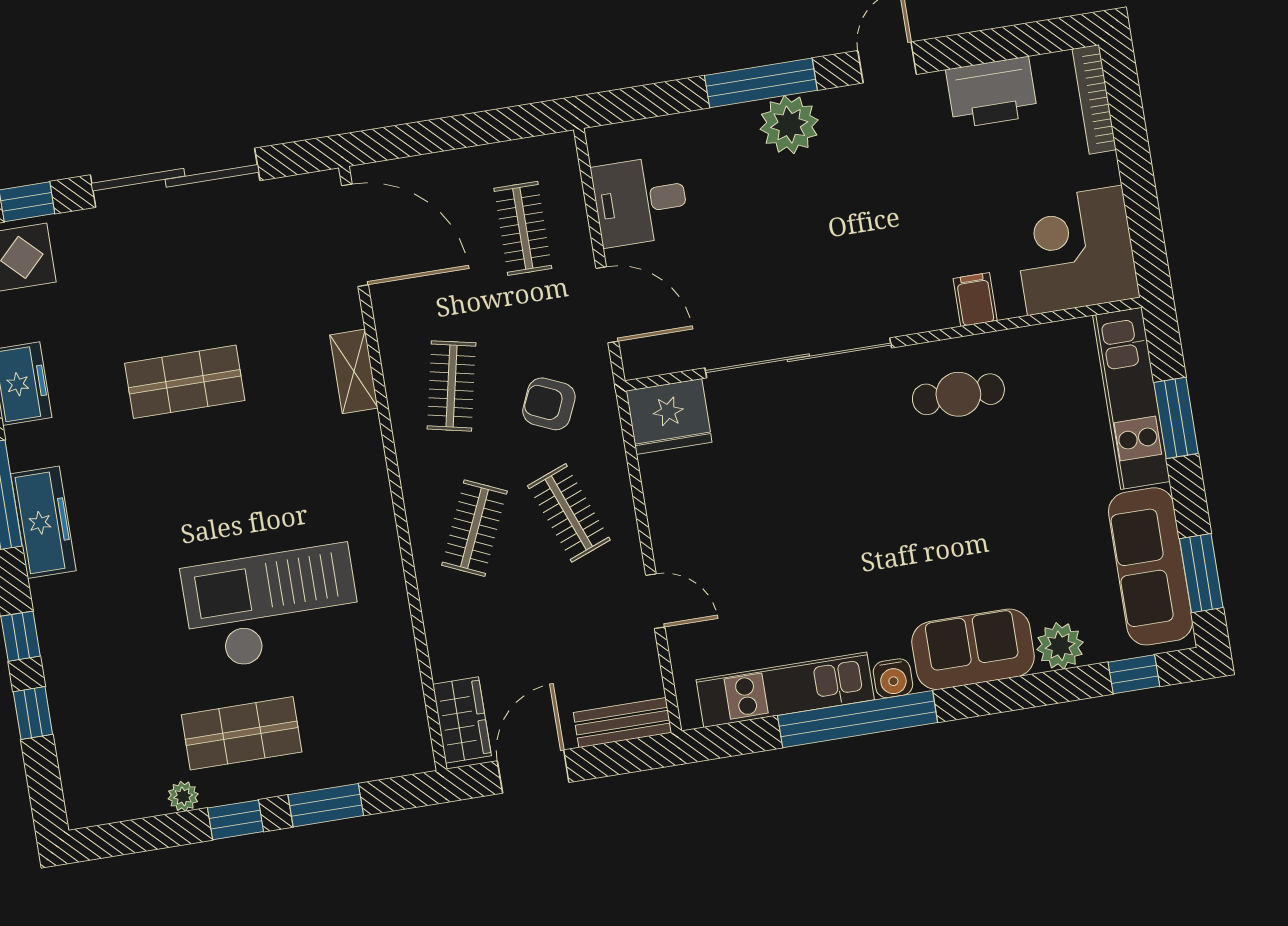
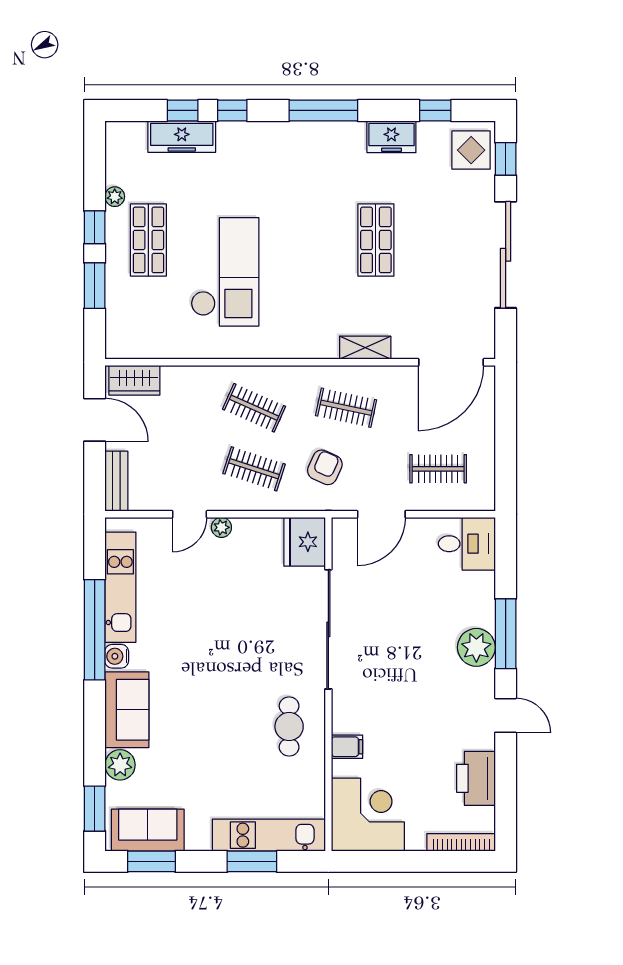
desk: (640, 201) -> (467, 544), moved, turned 90
clothes rail: (569, 513) -> (254, 469), turned 39
freezer: (43, 522) -> (182, 137), moved
plant: (668, 549) -> (221, 527), added
sofa: (1150, 566) -> (148, 830), width x0.73
window: (1134, 674) -> (95, 809), width x1.50

